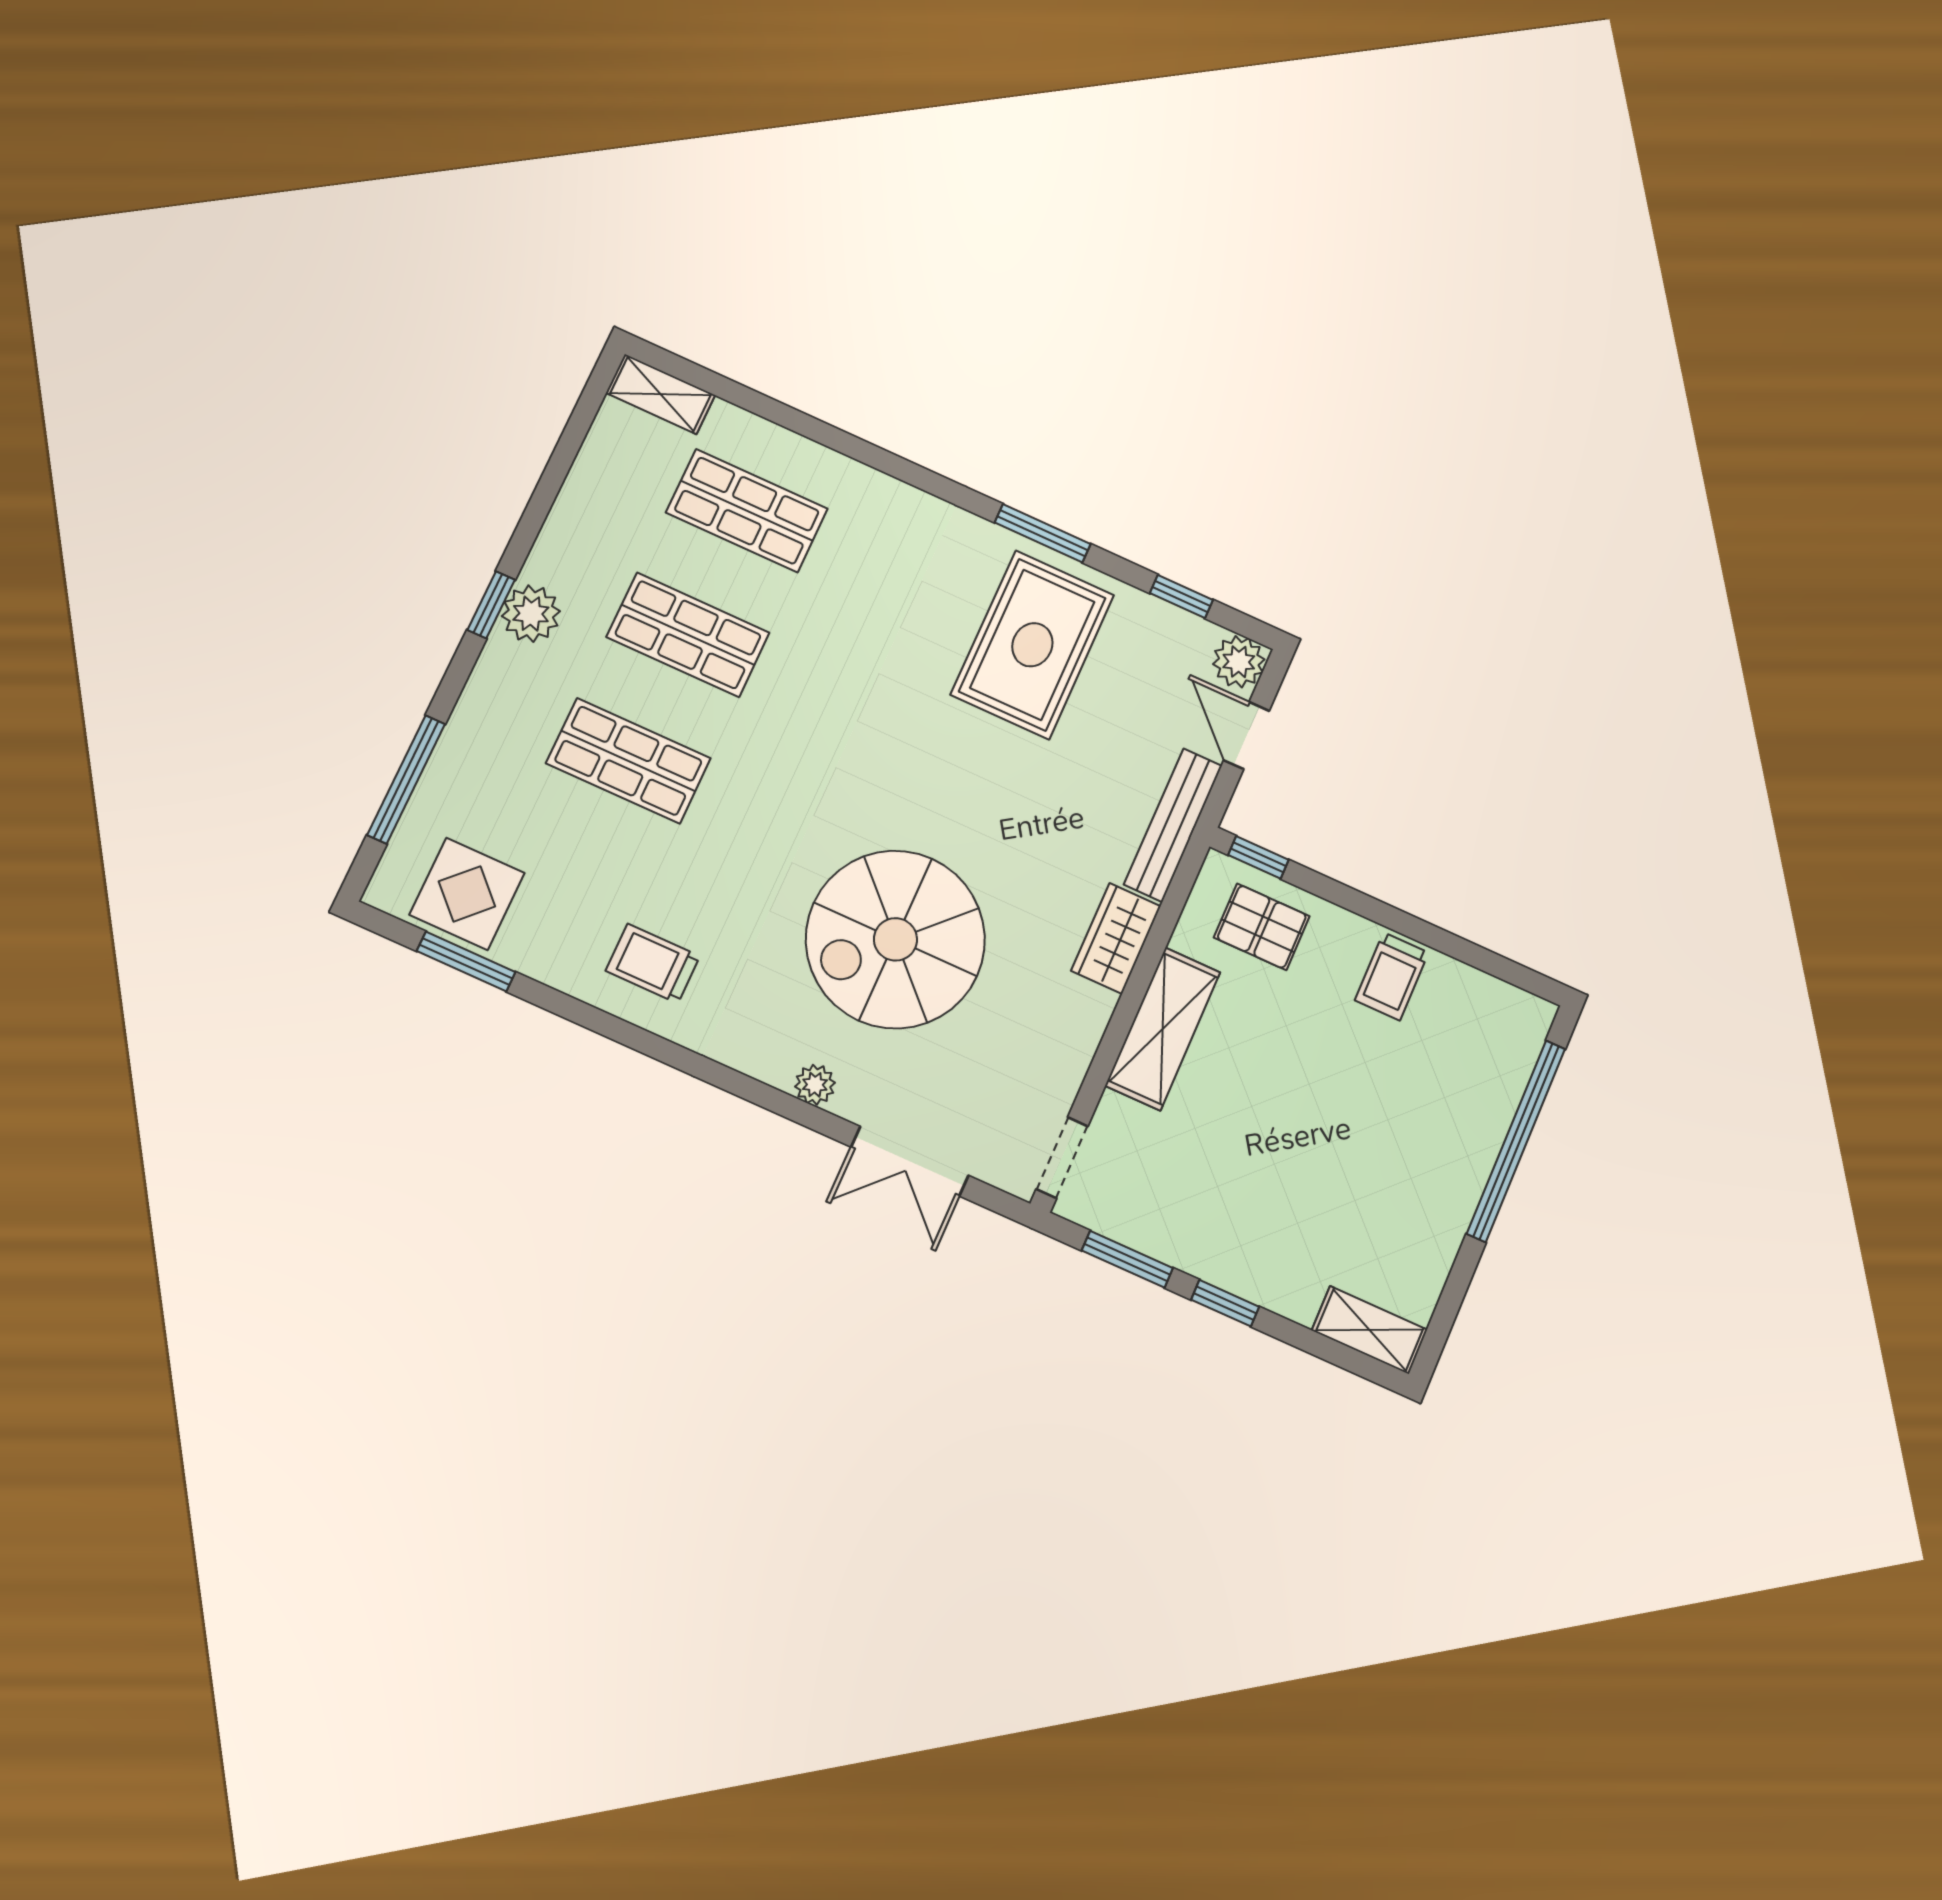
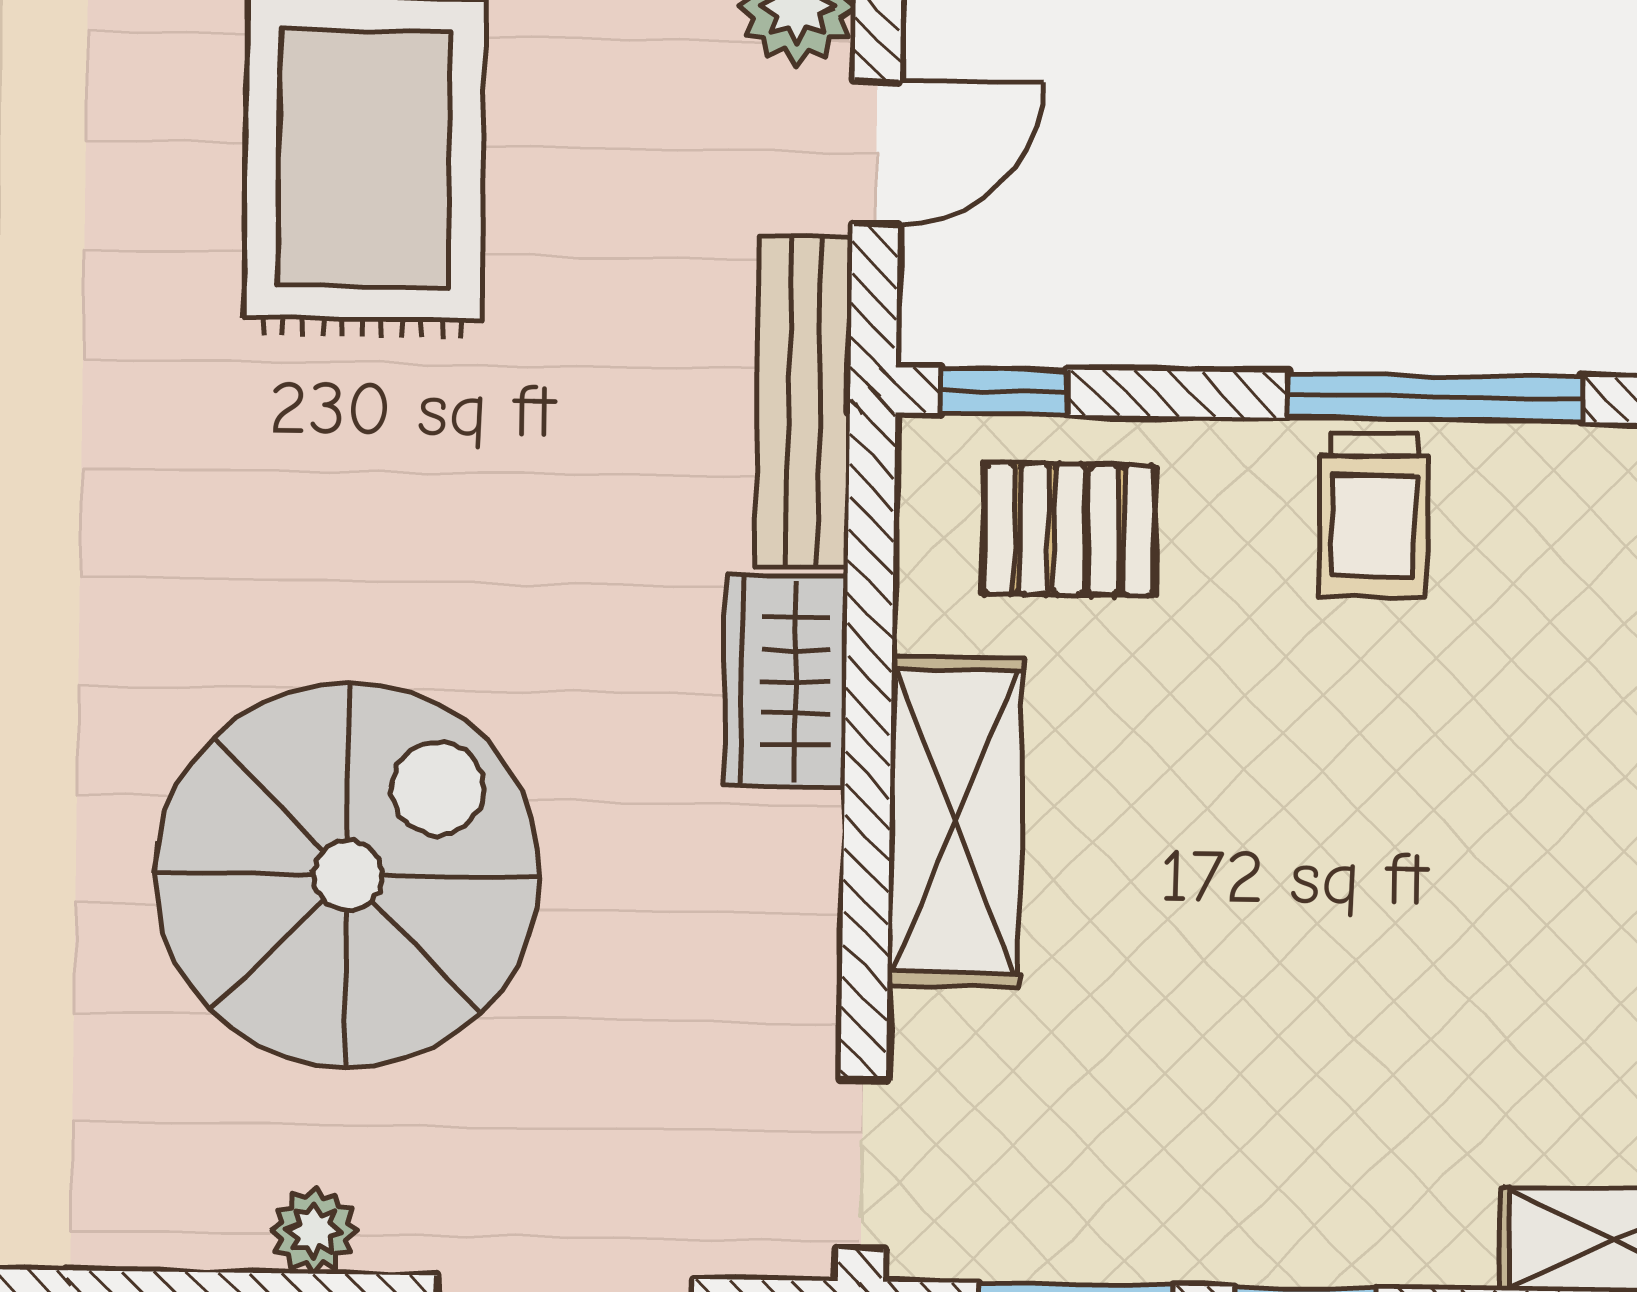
door: (1246, 736) -> (876, 152), swing flipped
window: (1437, 938) -> (1435, 397), added
spiral stairs: (895, 939) -> (348, 875), turned 180

